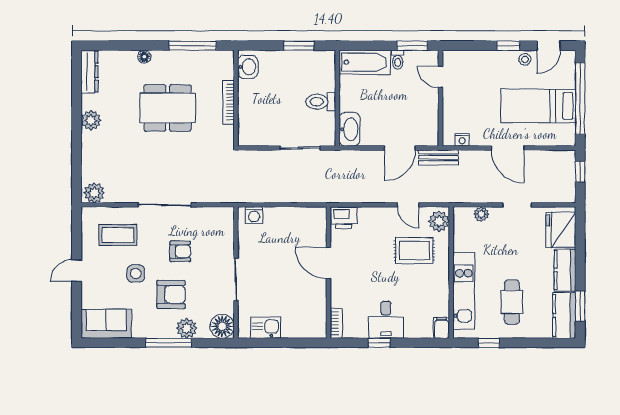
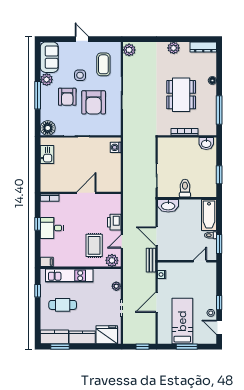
window: (580, 99) -> (187, 347), width x0.47
printer: (344, 218) -> (114, 222), moved
armchair: (180, 251) -> (94, 102), width x1.88, depth x1.88
plant: (187, 328) -> (47, 80), moved

